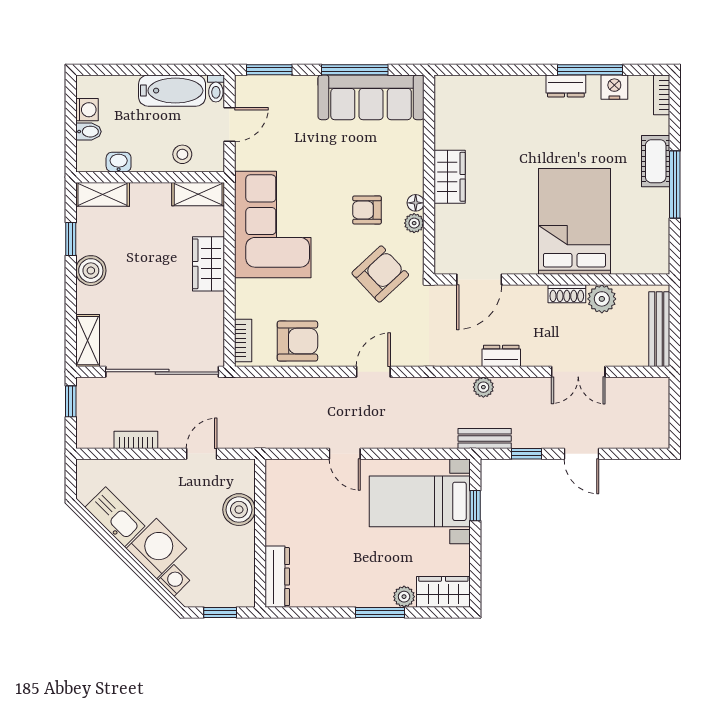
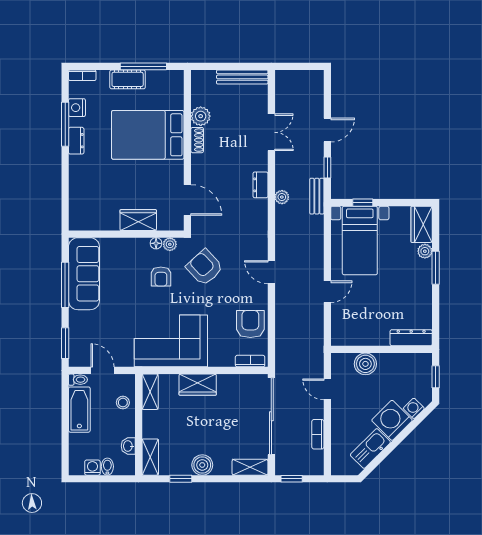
bed: (574, 221) -> (148, 135), moved
door: (479, 280) -> (187, 200), moved
wall: (552, 280) -> (187, 150), moved
shoe rack: (567, 294) -> (197, 140), moved
plant: (602, 299) -> (201, 116), moved

